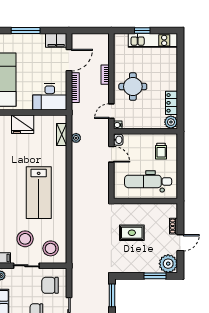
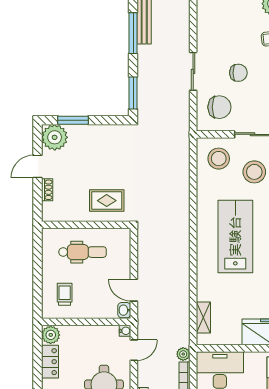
plant: (76, 138) -> (183, 354), moved
dental chair: (148, 181) -> (83, 252), width x0.73, depth x0.72
rug: (132, 233) -> (107, 201), moved

